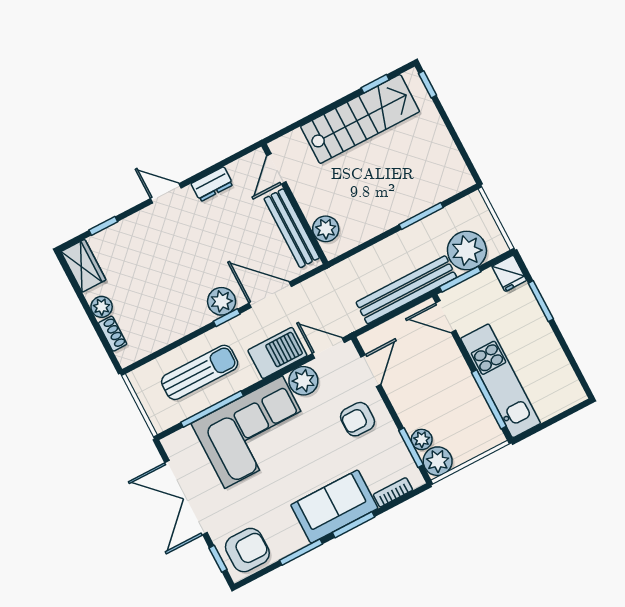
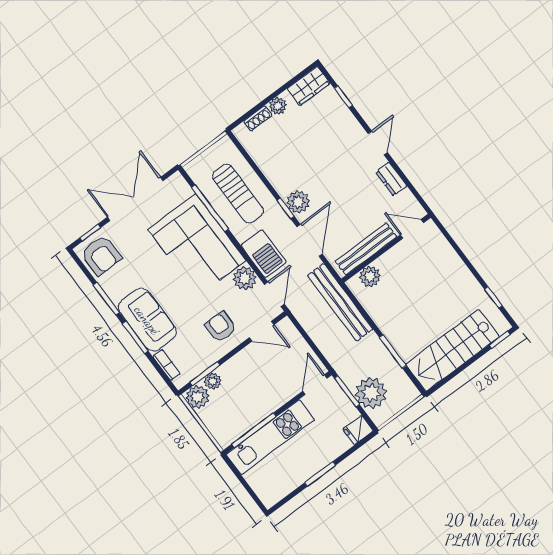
stairs: (360, 119) -> (452, 350), moved, turned 90
bench: (406, 290) -> (340, 302), moved
window: (541, 301) -> (320, 474), moved

